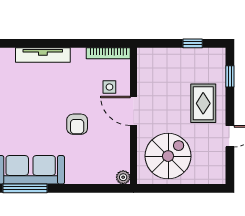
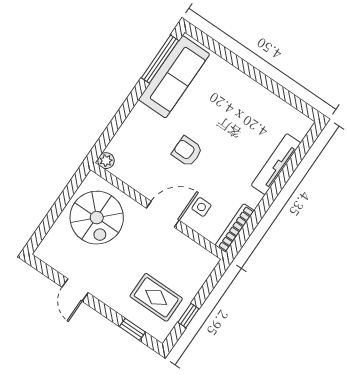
rug: (203, 103) -> (156, 297), moved

